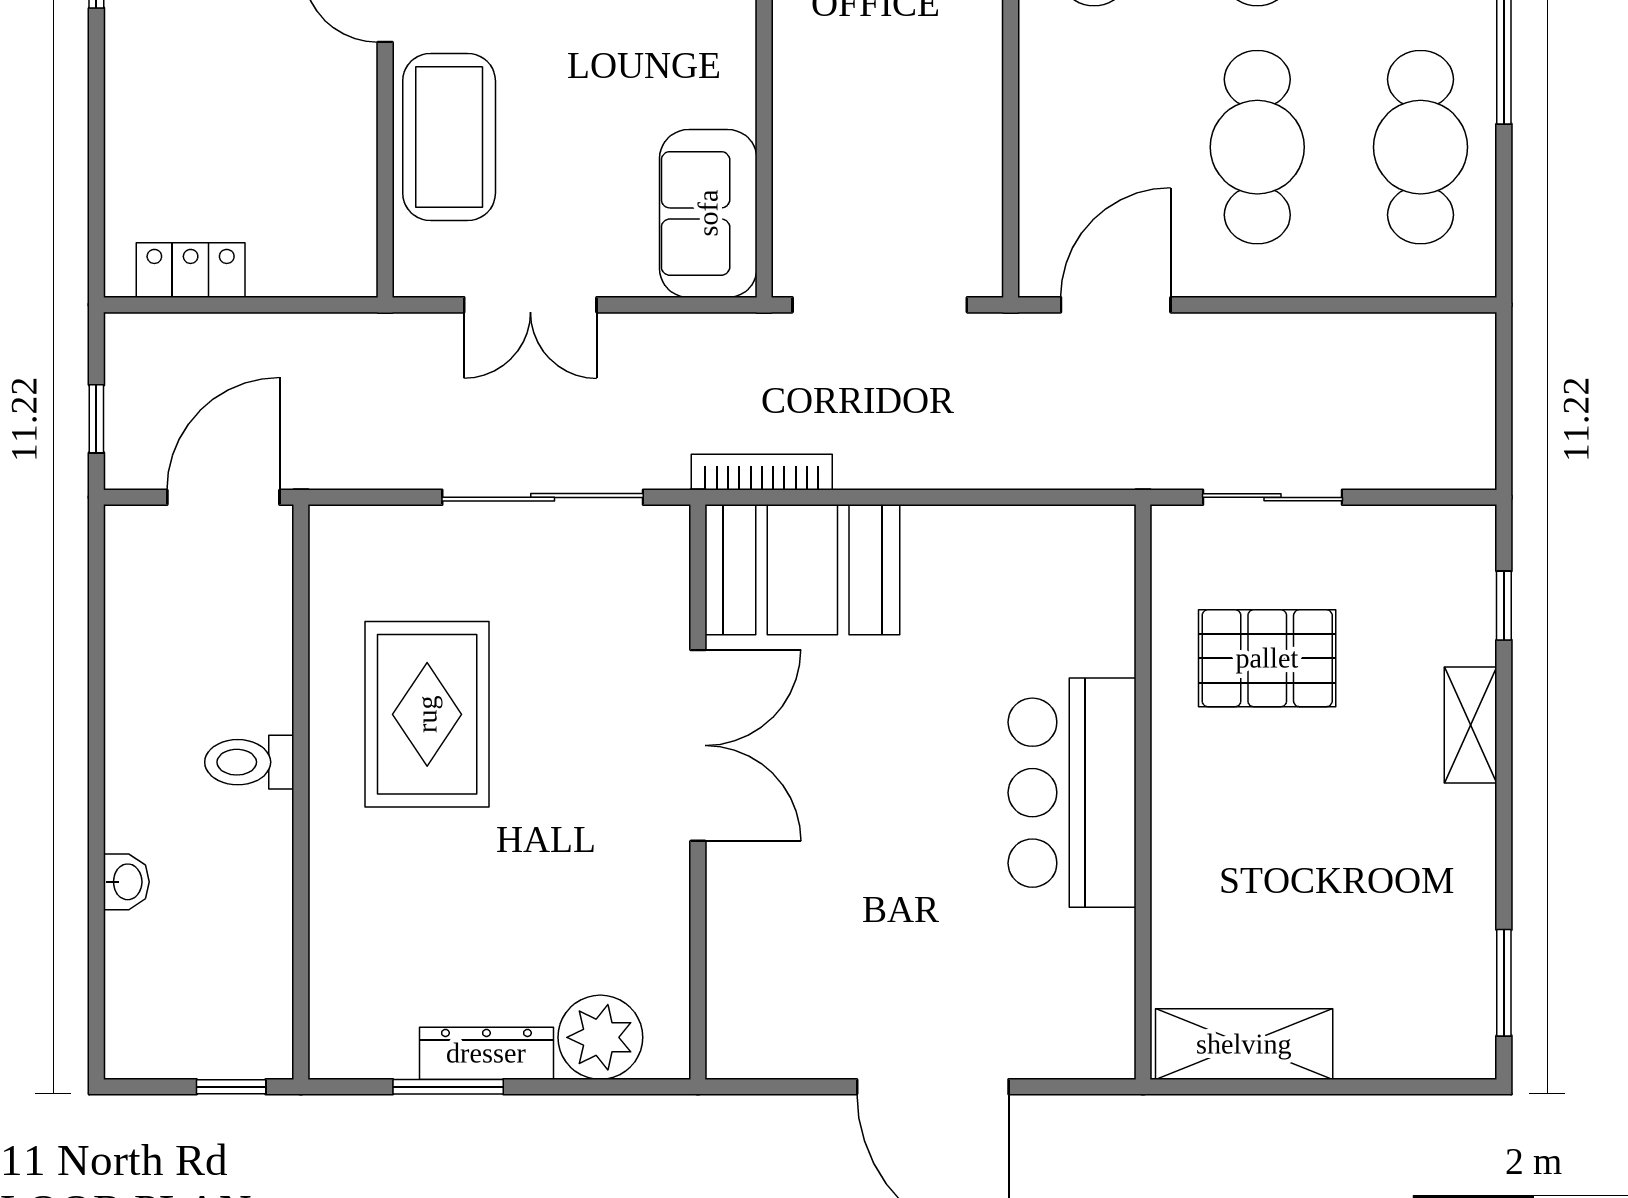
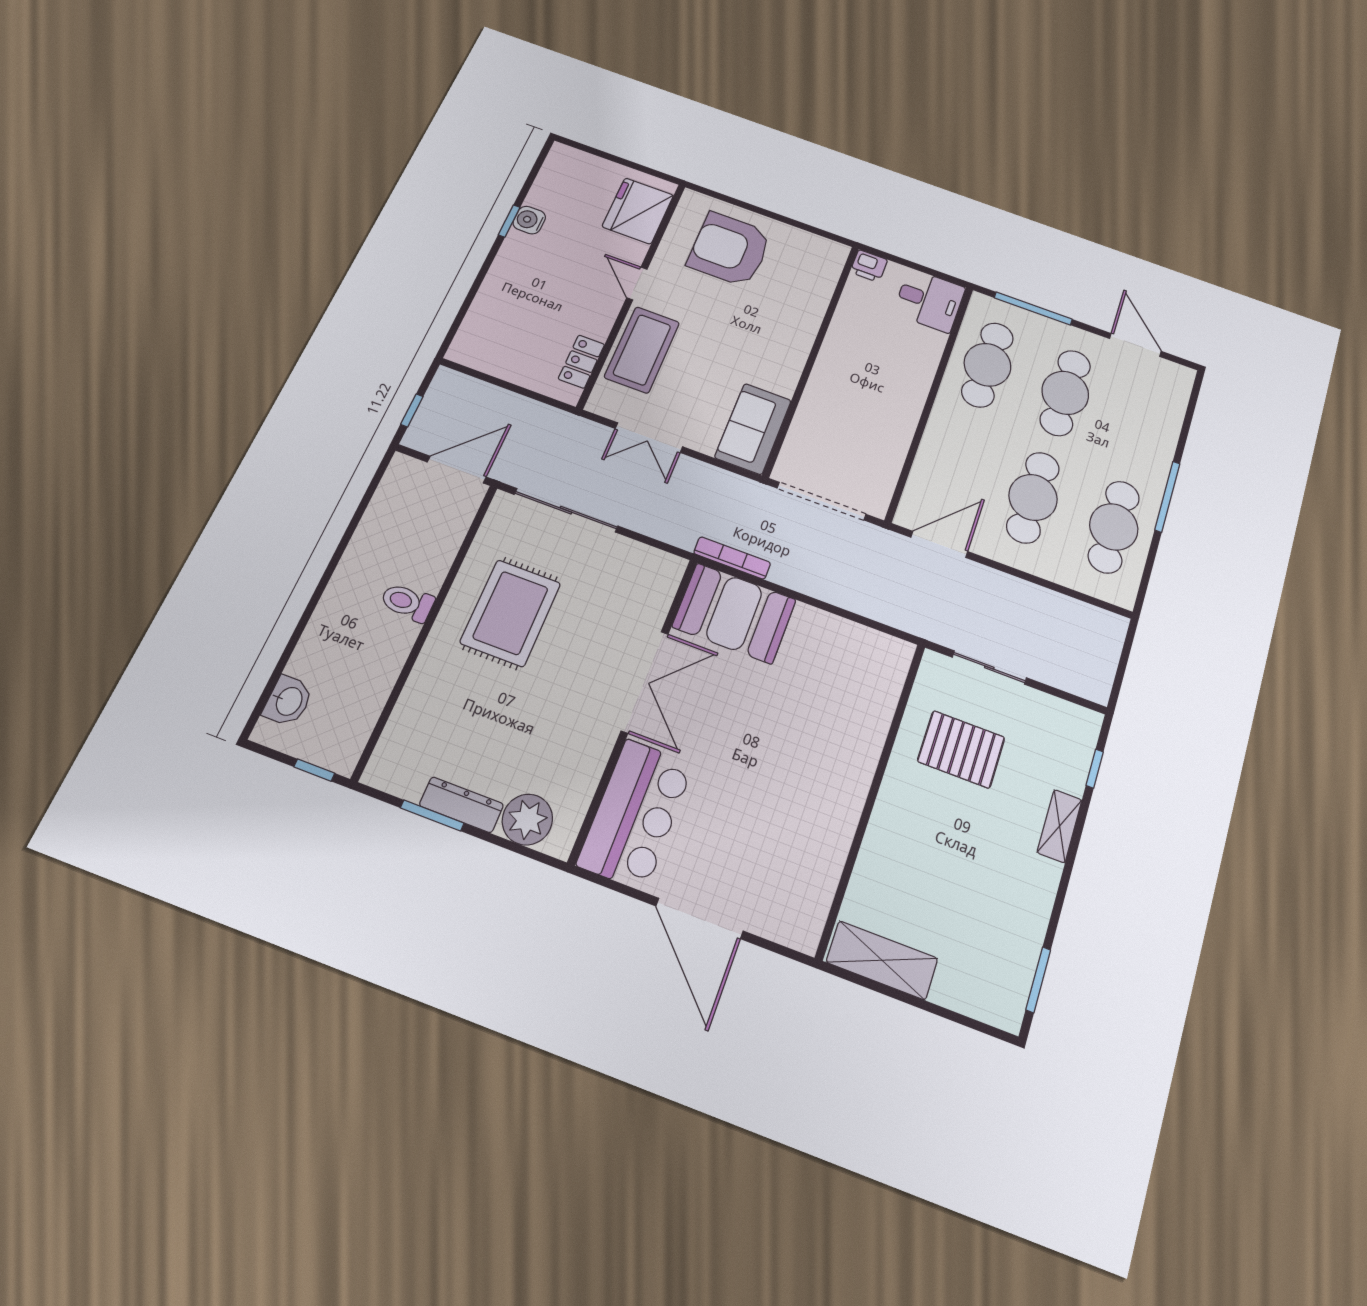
locker: (191, 270) -> (581, 362), moved, turned -90
sliding door: (543, 497) -> (566, 510), moved
bar counter: (1072, 793) -> (636, 814), moved, turned 180
washbasin: (126, 882) -> (288, 701), moved, width x1.38, depth x1.45

